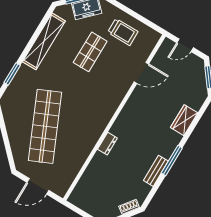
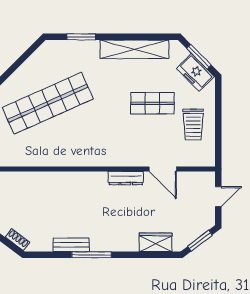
door: (185, 45) -> (218, 197), swing flipped
wardrobe: (184, 120) -> (156, 242), moved
dresser: (107, 144) -> (126, 178), moved, width x1.44

